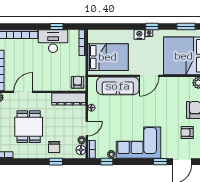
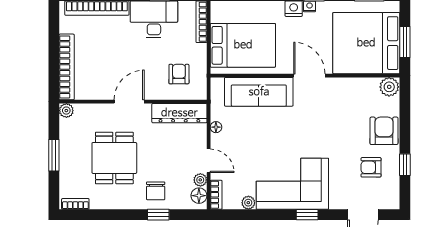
door: (149, 76) -> (309, 76), swing flipped
armchair: (78, 82) -> (179, 74), moved
door: (23, 92) -> (129, 102), moved
door: (87, 128) -> (209, 161), hinge flipped
window: (107, 162) -> (241, 215), removed
window: (160, 162) -> (307, 215), moved

